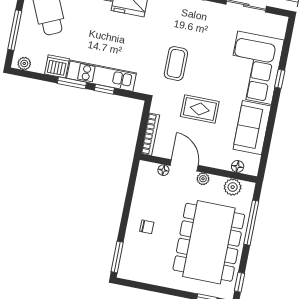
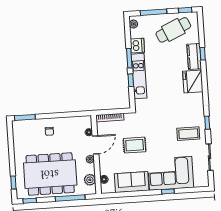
coffee table: (176, 64) -> (188, 134), moved
rug: (200, 109) -> (135, 145), turned 90

